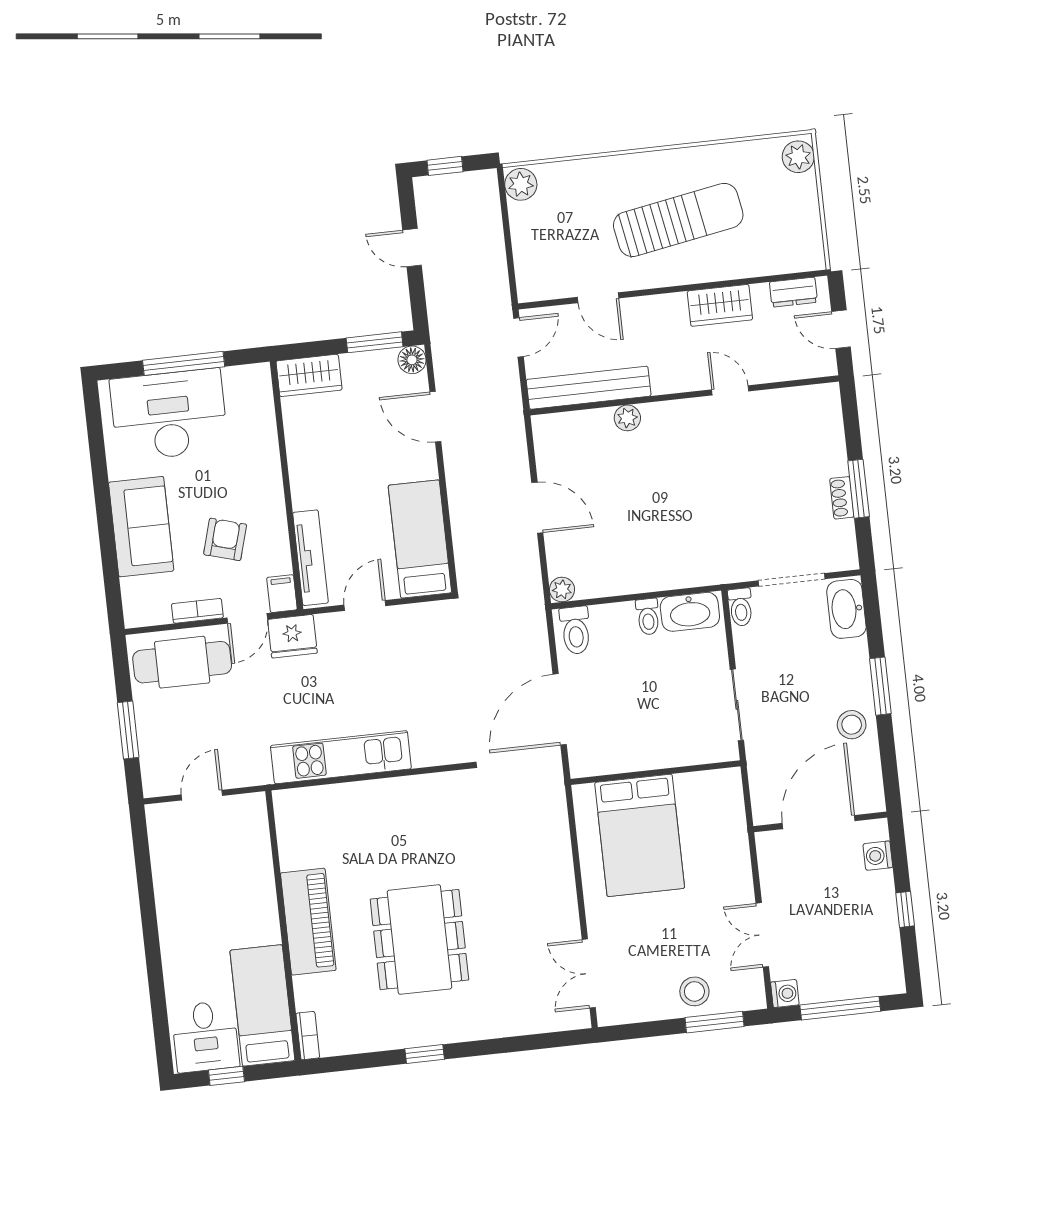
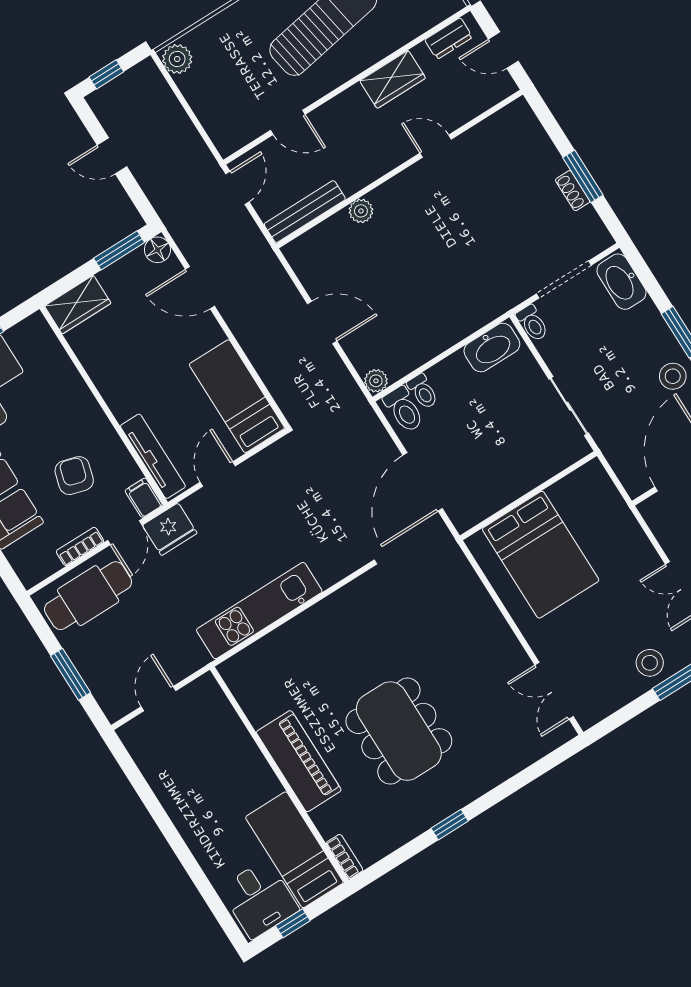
bench: (589, 388) -> (305, 212), width x0.73, depth x0.82
toilet: (648, 617) -> (423, 391), moved

